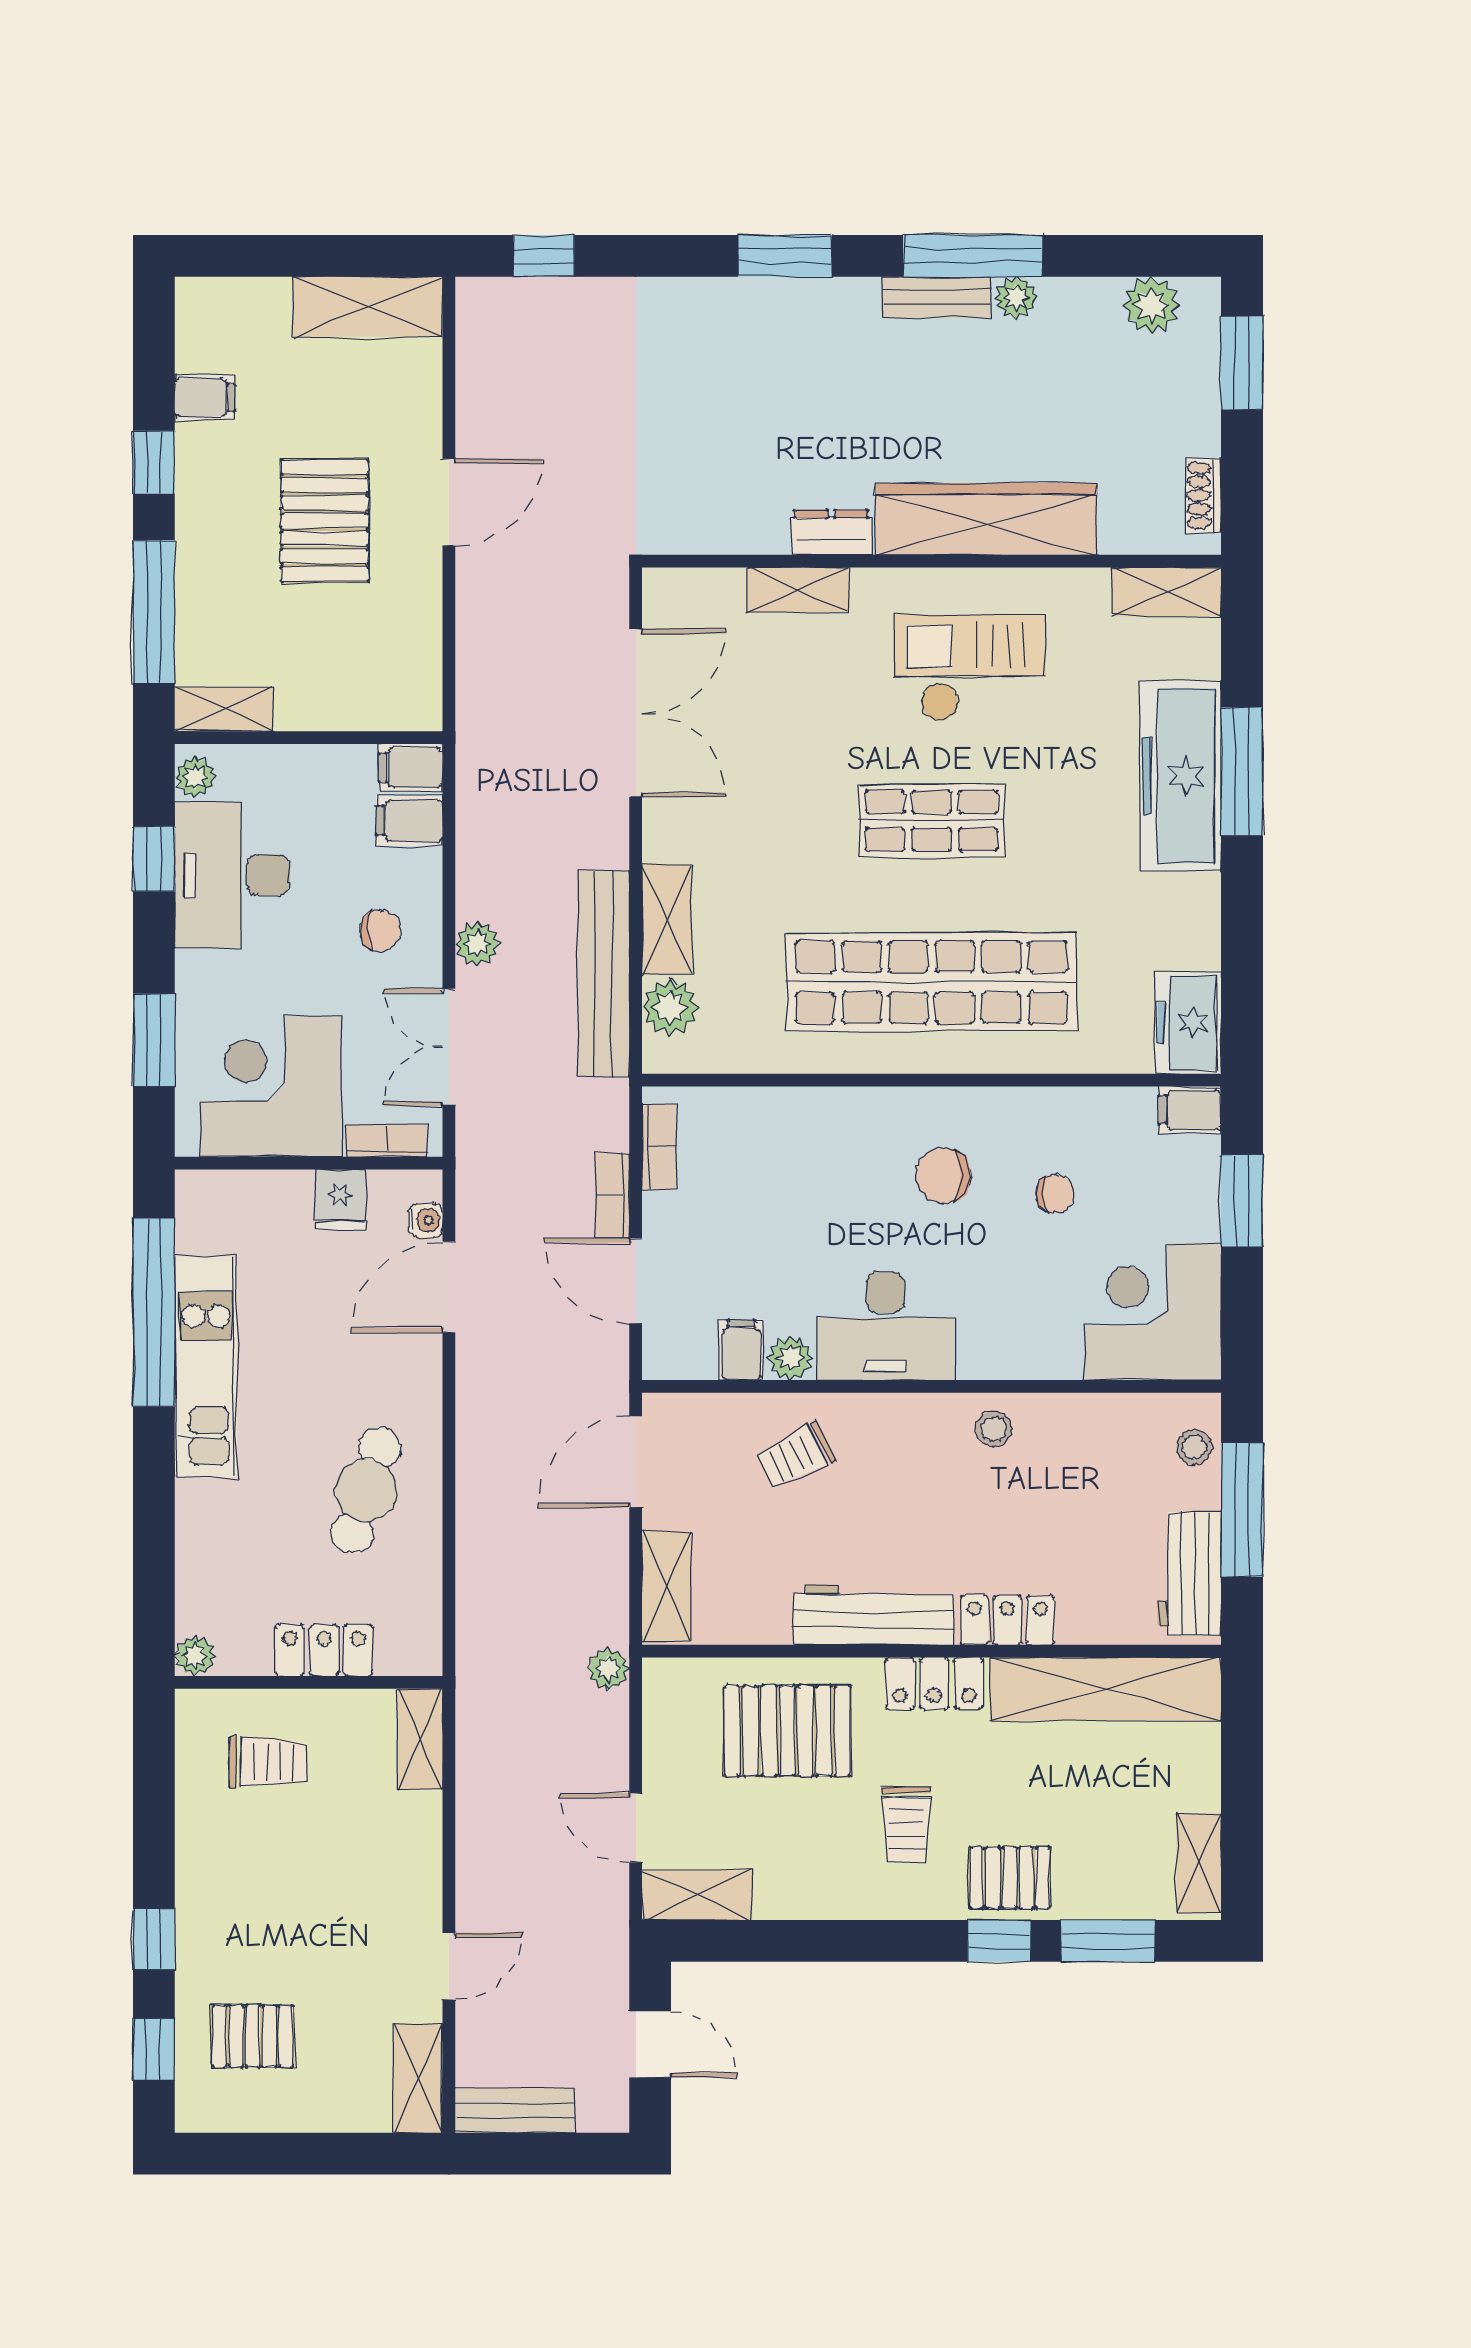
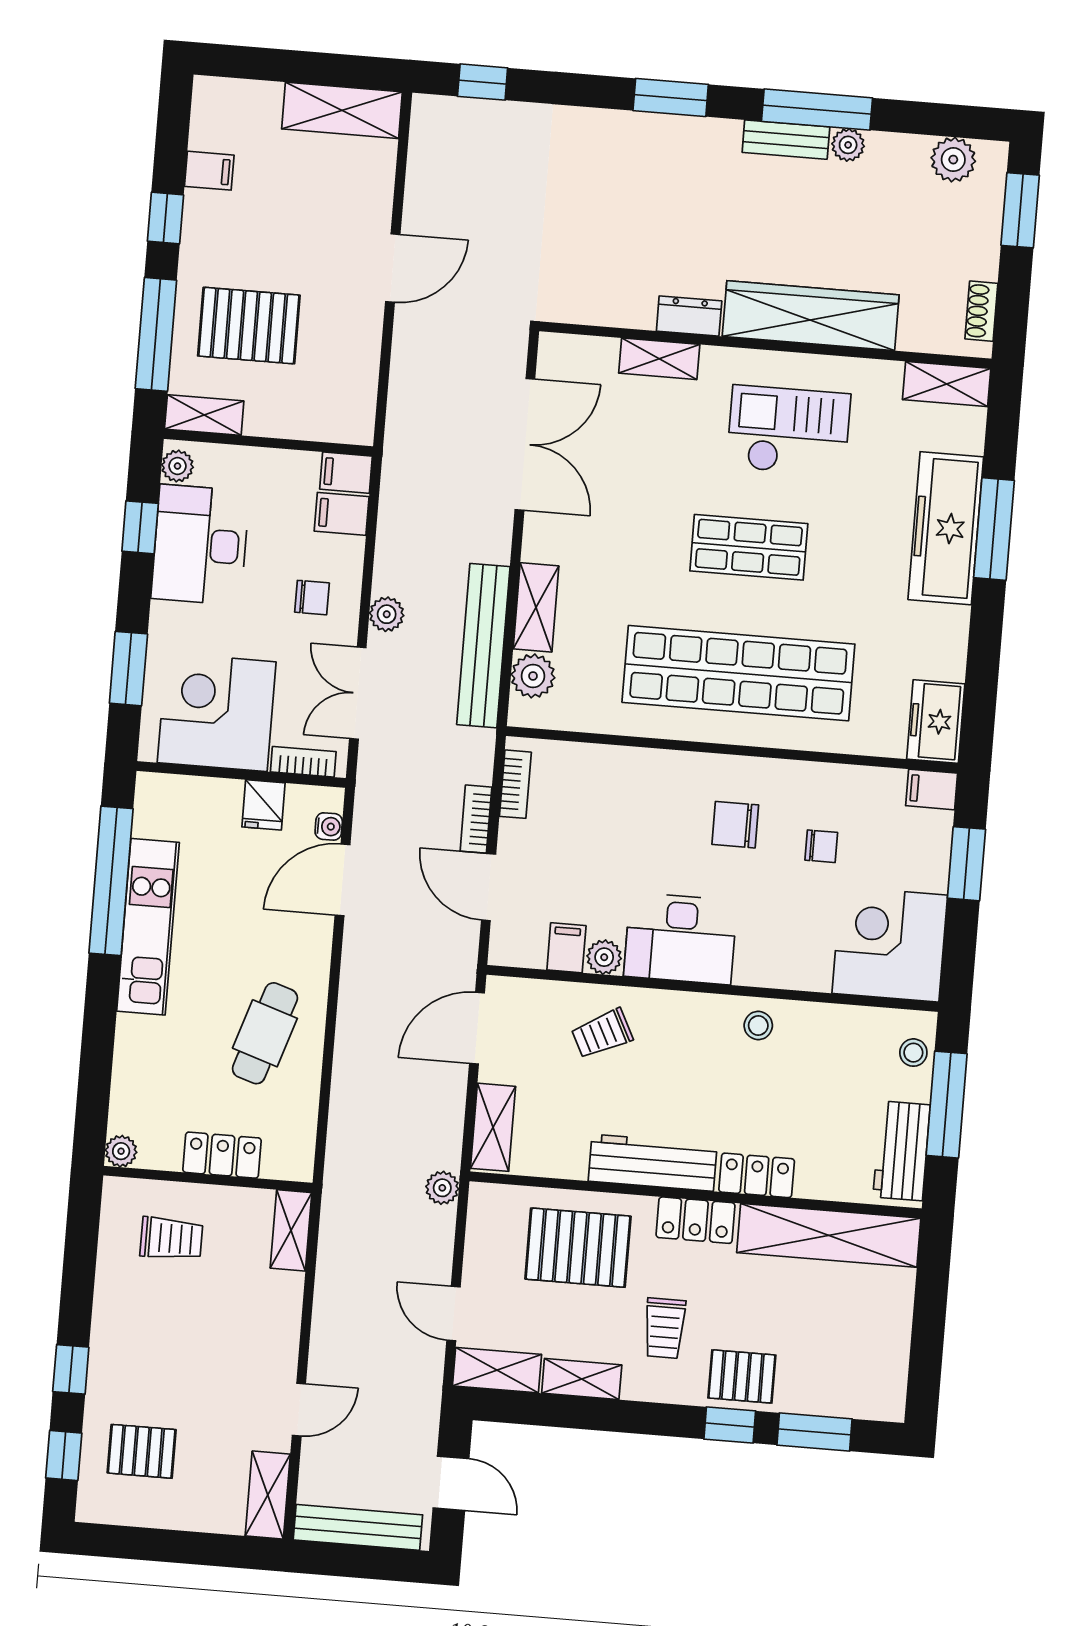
pallet: (325, 521) -> (249, 326), moved, turned 90
shelving: (1199, 1863) -> (582, 1379), moved, turned 90
bench: (515, 2110) -> (358, 1527), width x1.36

